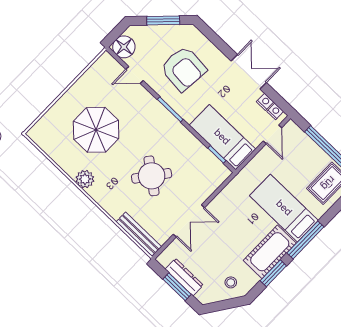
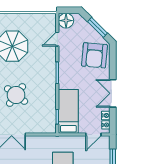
armchair: (183, 69) -> (94, 55), moved
double door: (249, 72) -> (113, 93), swing flipped
door: (135, 75) -> (57, 39), hinge flipped

